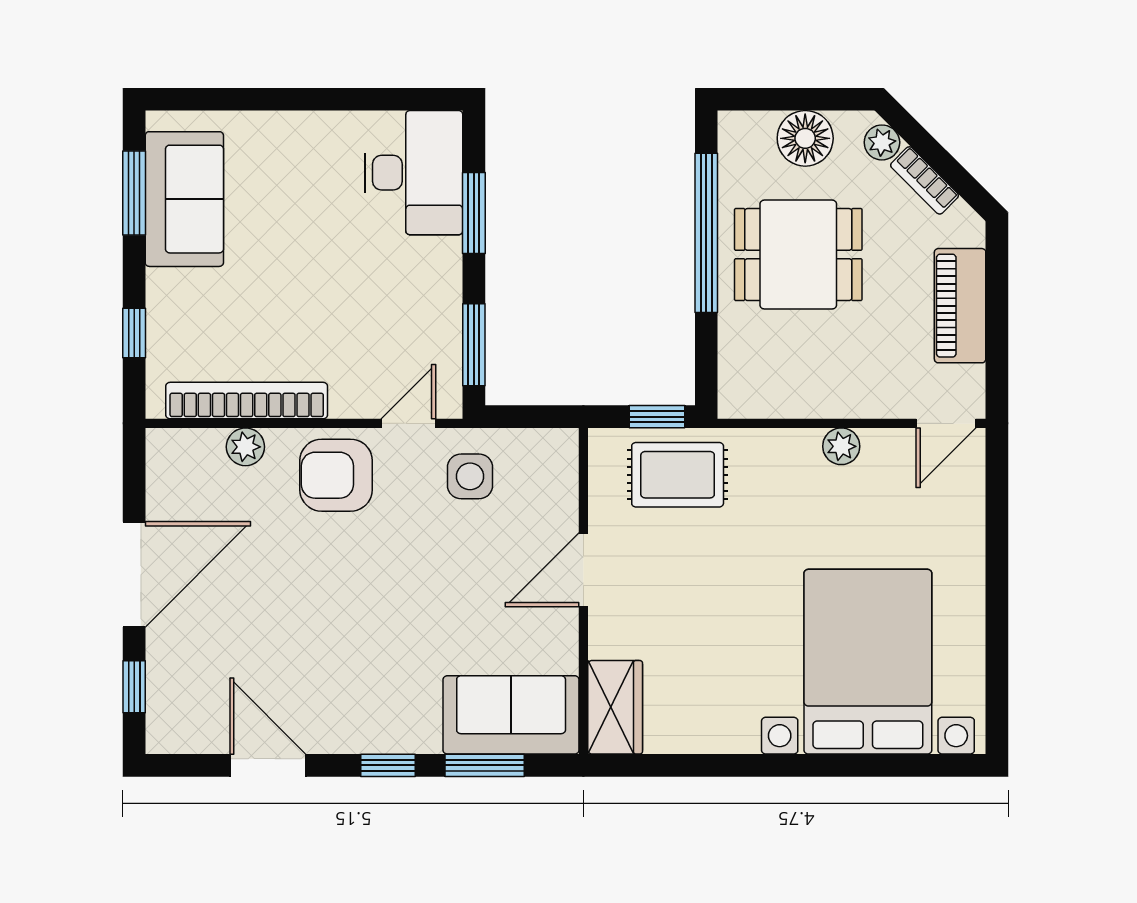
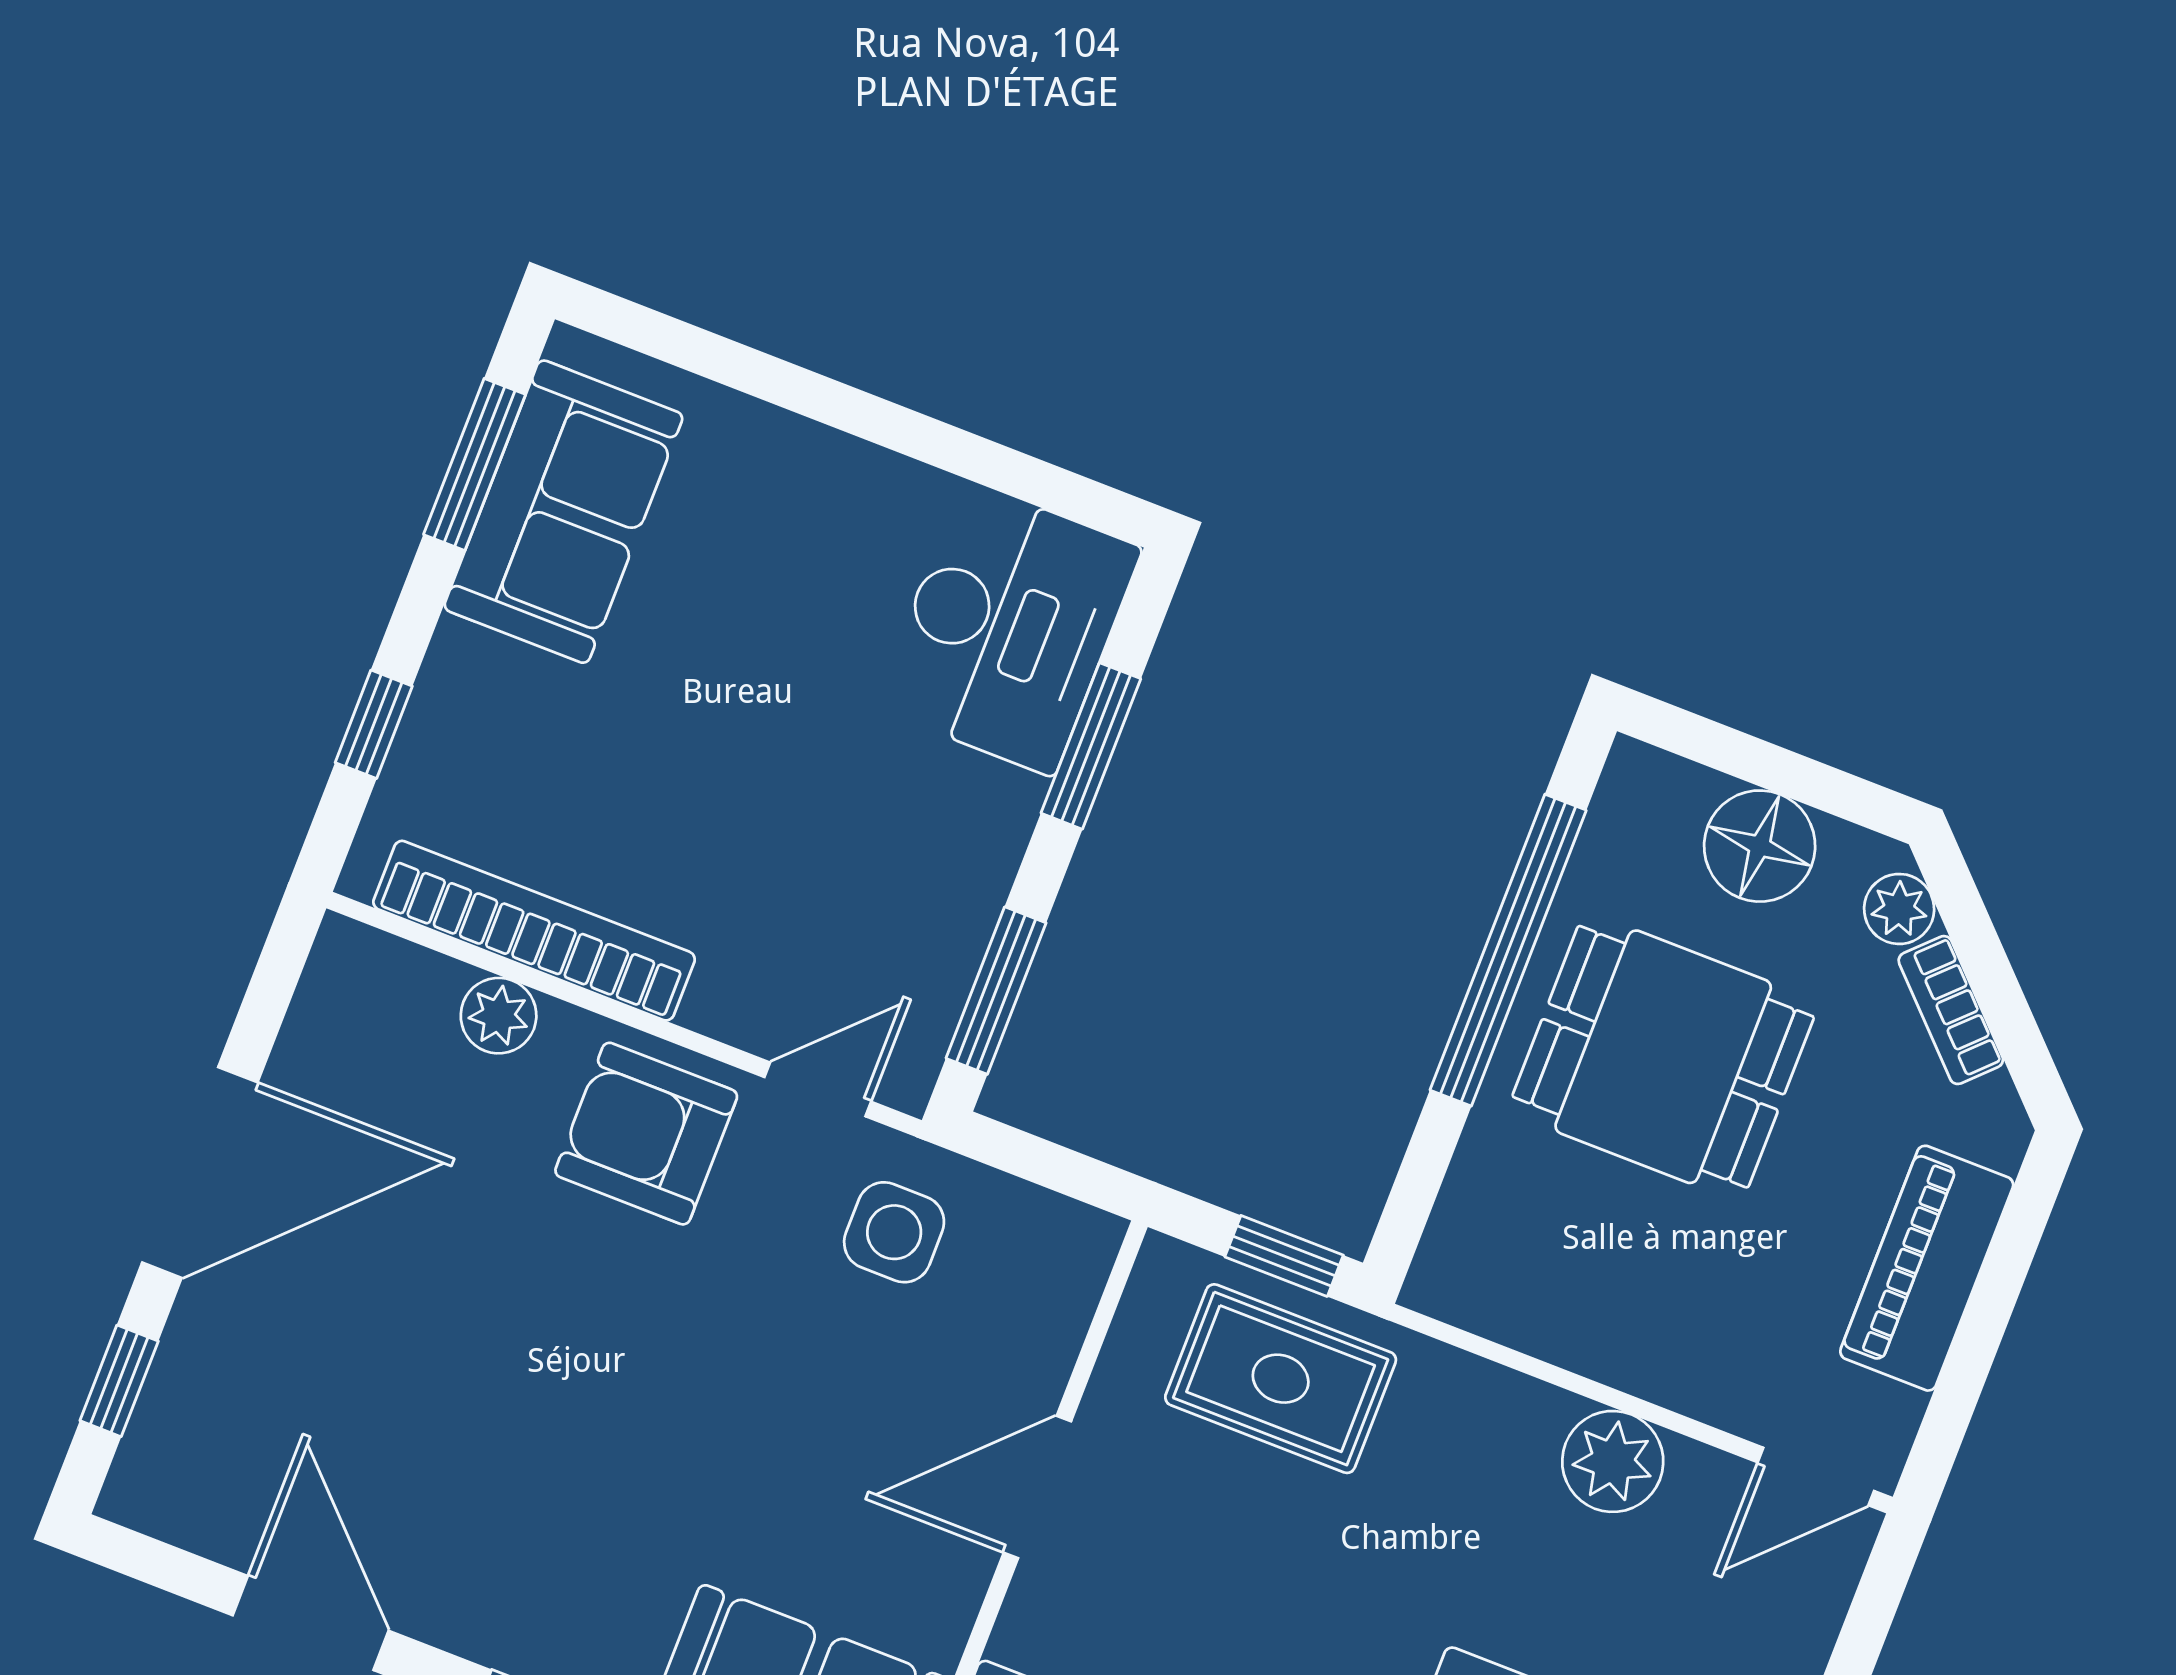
plant: (841, 446) -> (1613, 1461), width x1.38, depth x1.38

